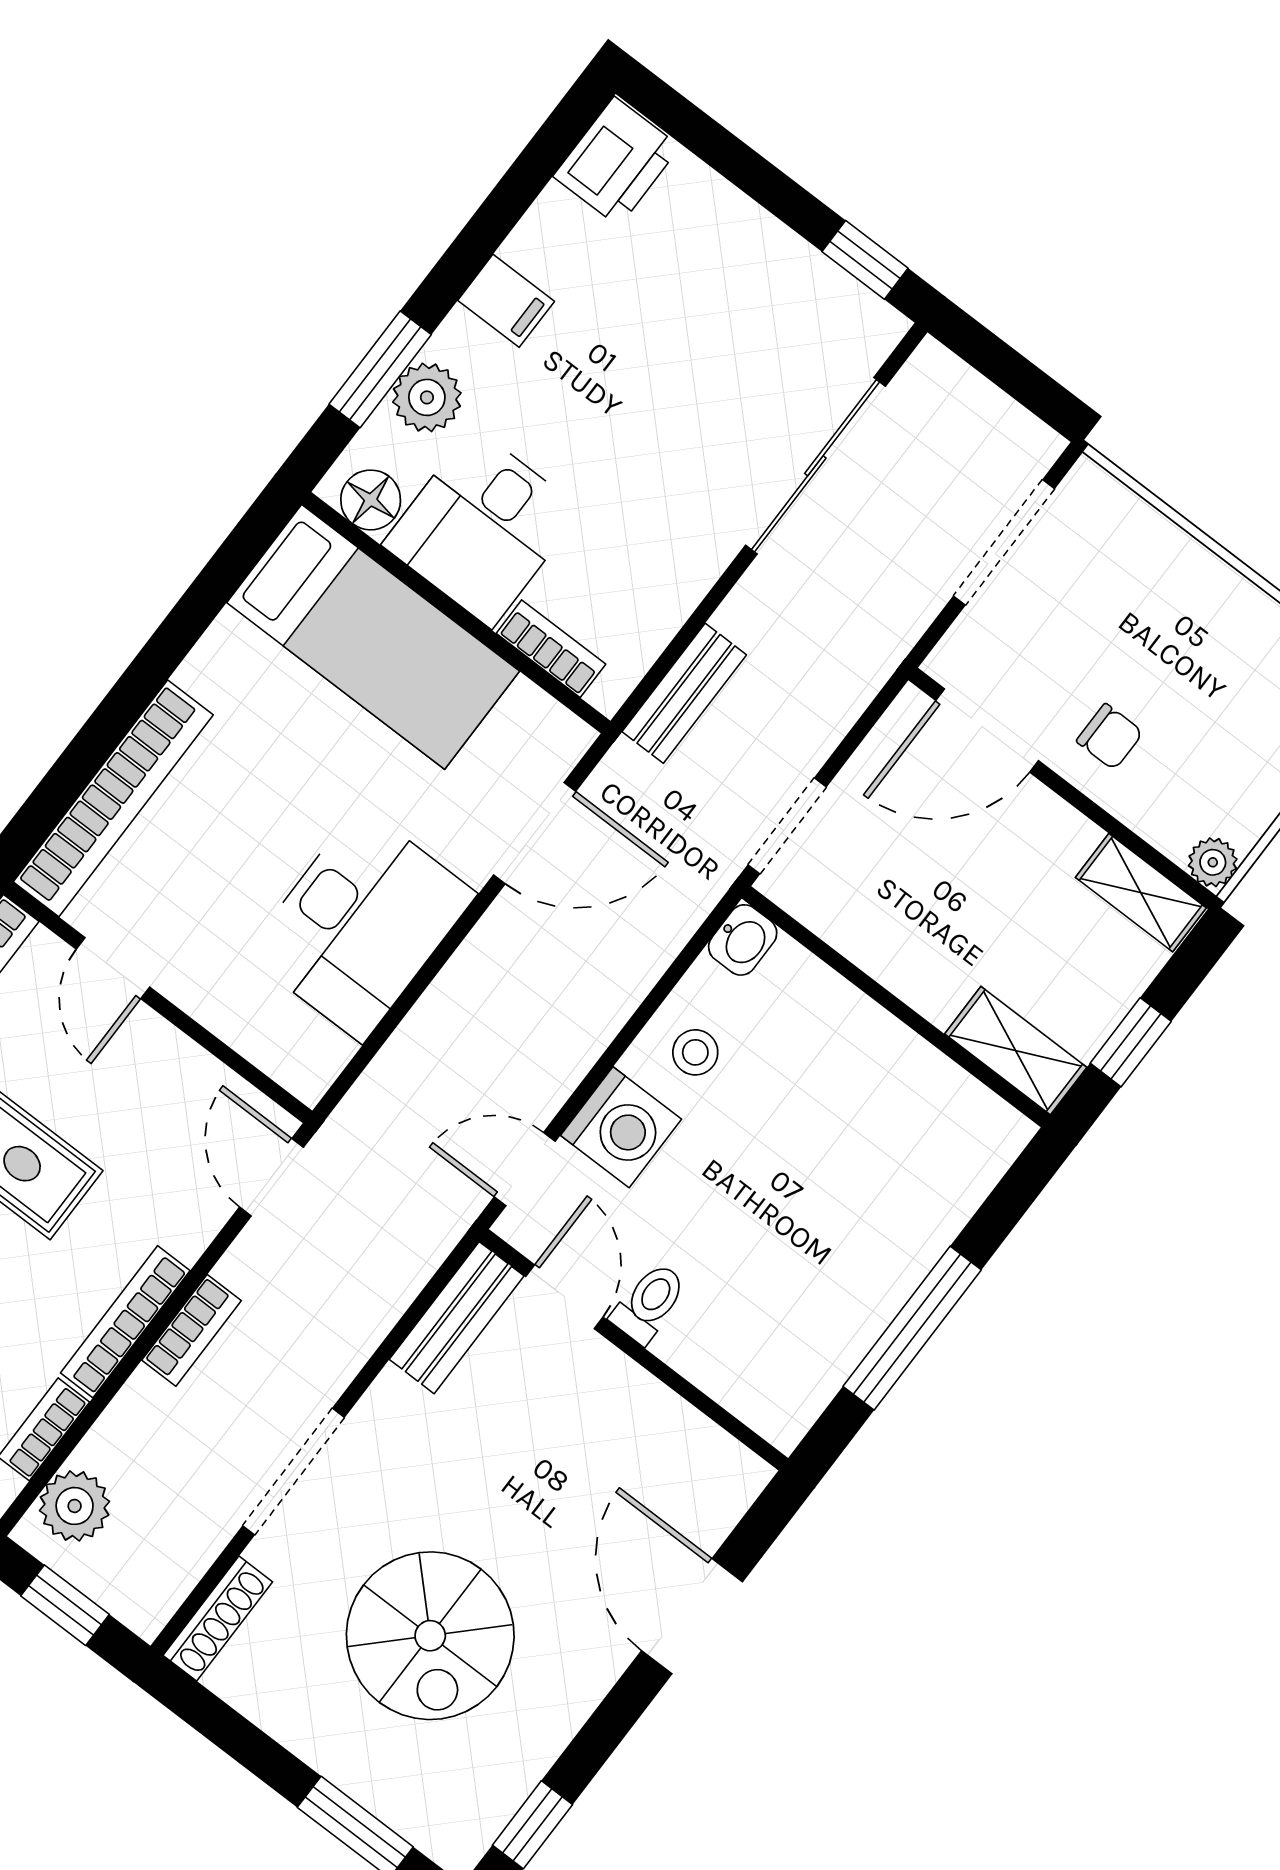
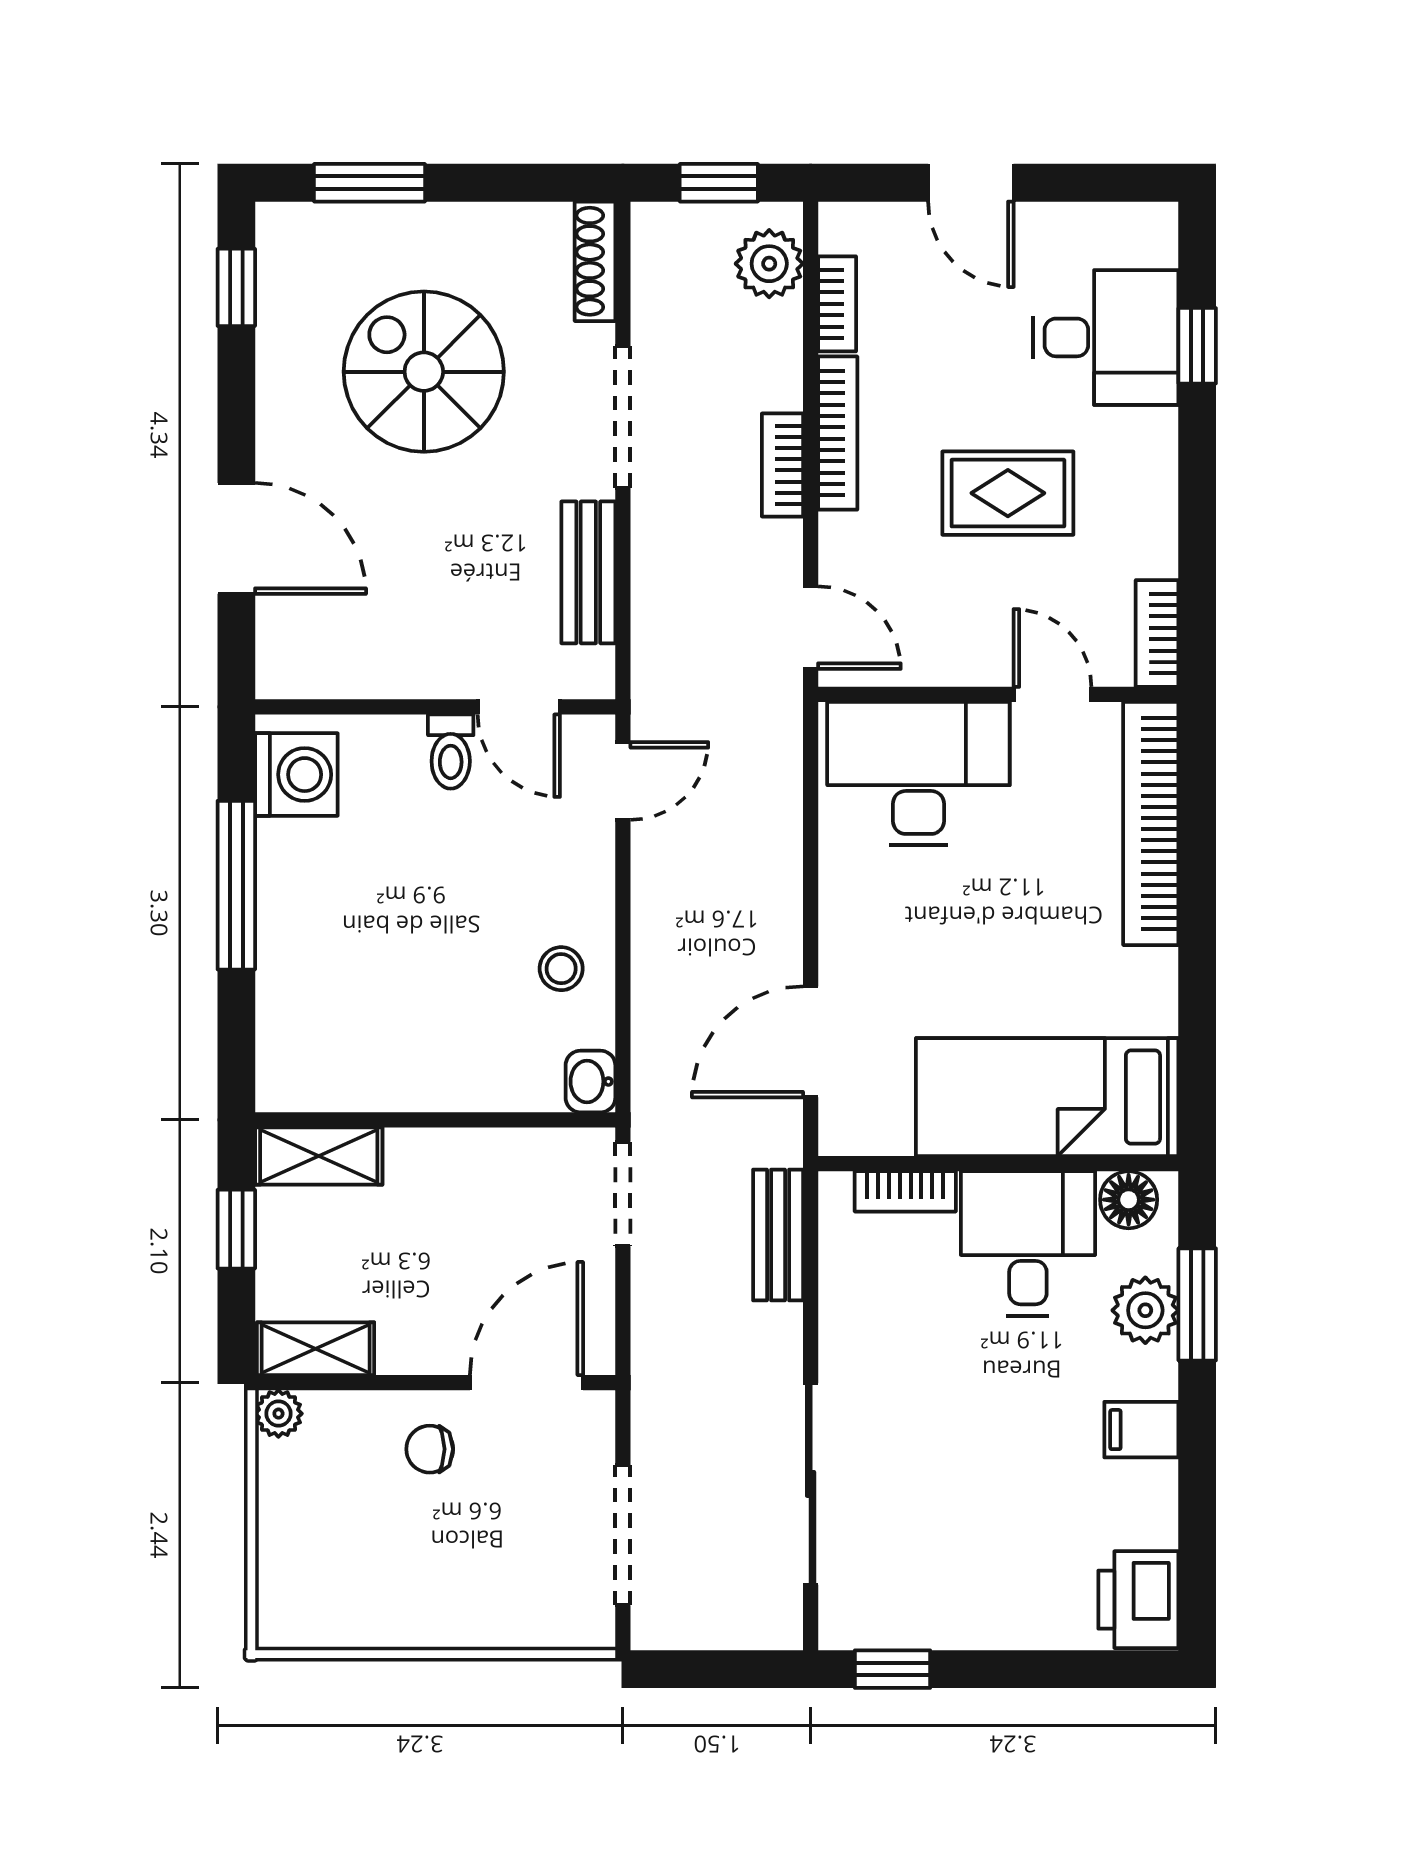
desk: (361, 924) -> (918, 774), moved, turned 90
washing machine: (621, 1127) -> (296, 775), moved, turned 180
bench: (457, 1318) -> (588, 572), moved

